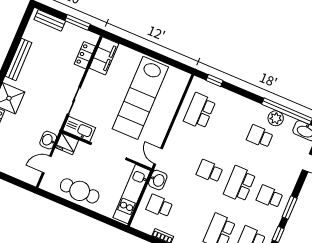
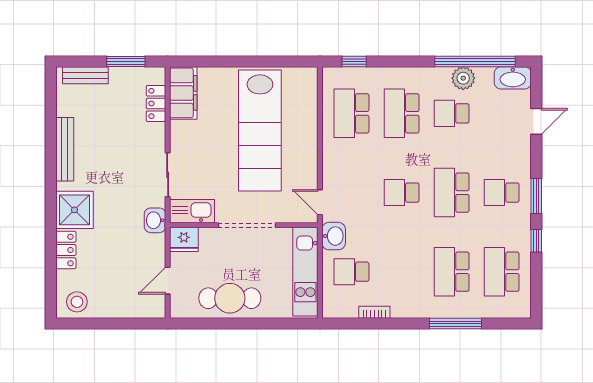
school desk: (230, 124) -> (402, 113), added
washbasin: (48, 140) -> (155, 220), moved

